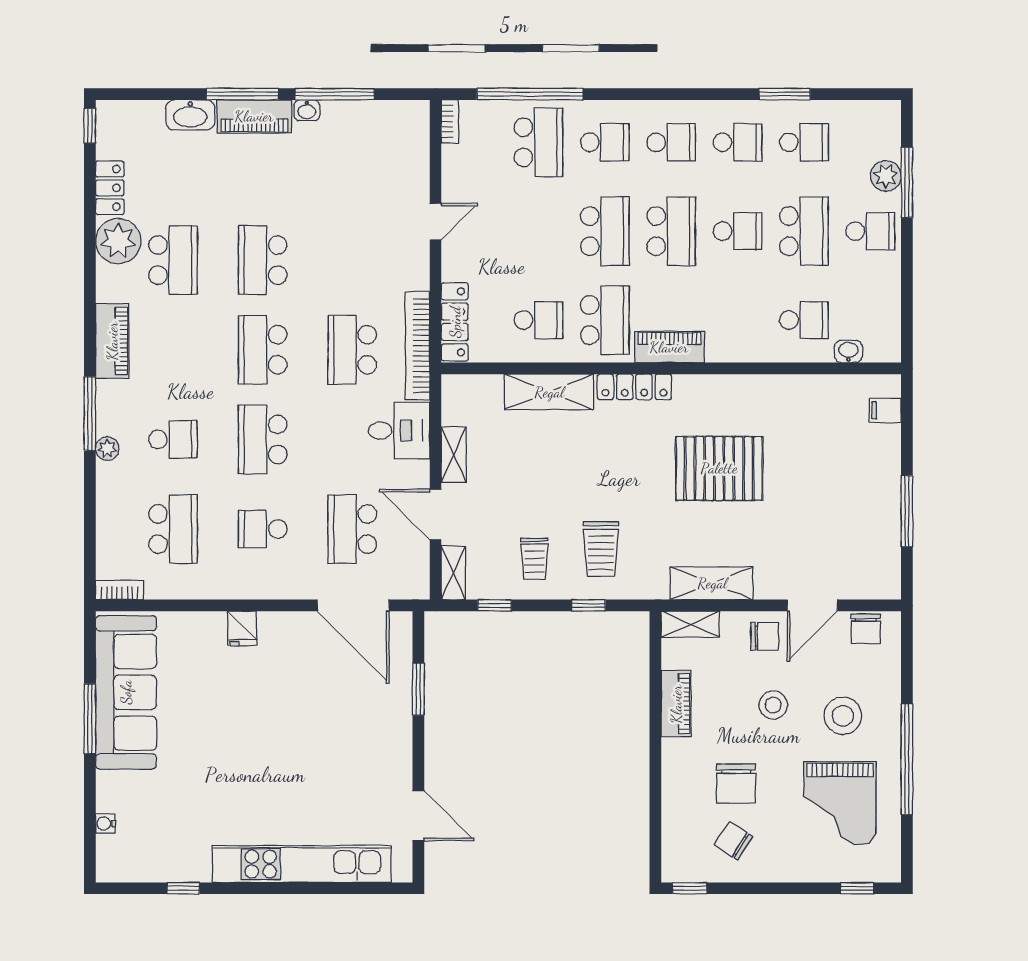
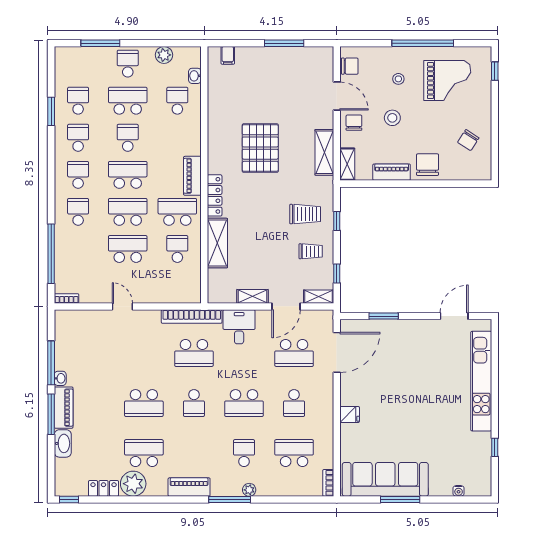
school desk: (538, 142) -> (128, 249), moved
plant: (886, 176) -> (164, 55), moved
locker: (455, 322) -> (178, 296), removed
school desk: (263, 350) -> (194, 403), width x0.54
stool: (843, 716) -> (398, 79), width x0.53, depth x0.53
chair: (736, 783) -> (428, 165), moved, turned -90
window: (690, 888) -> (495, 165), removed

